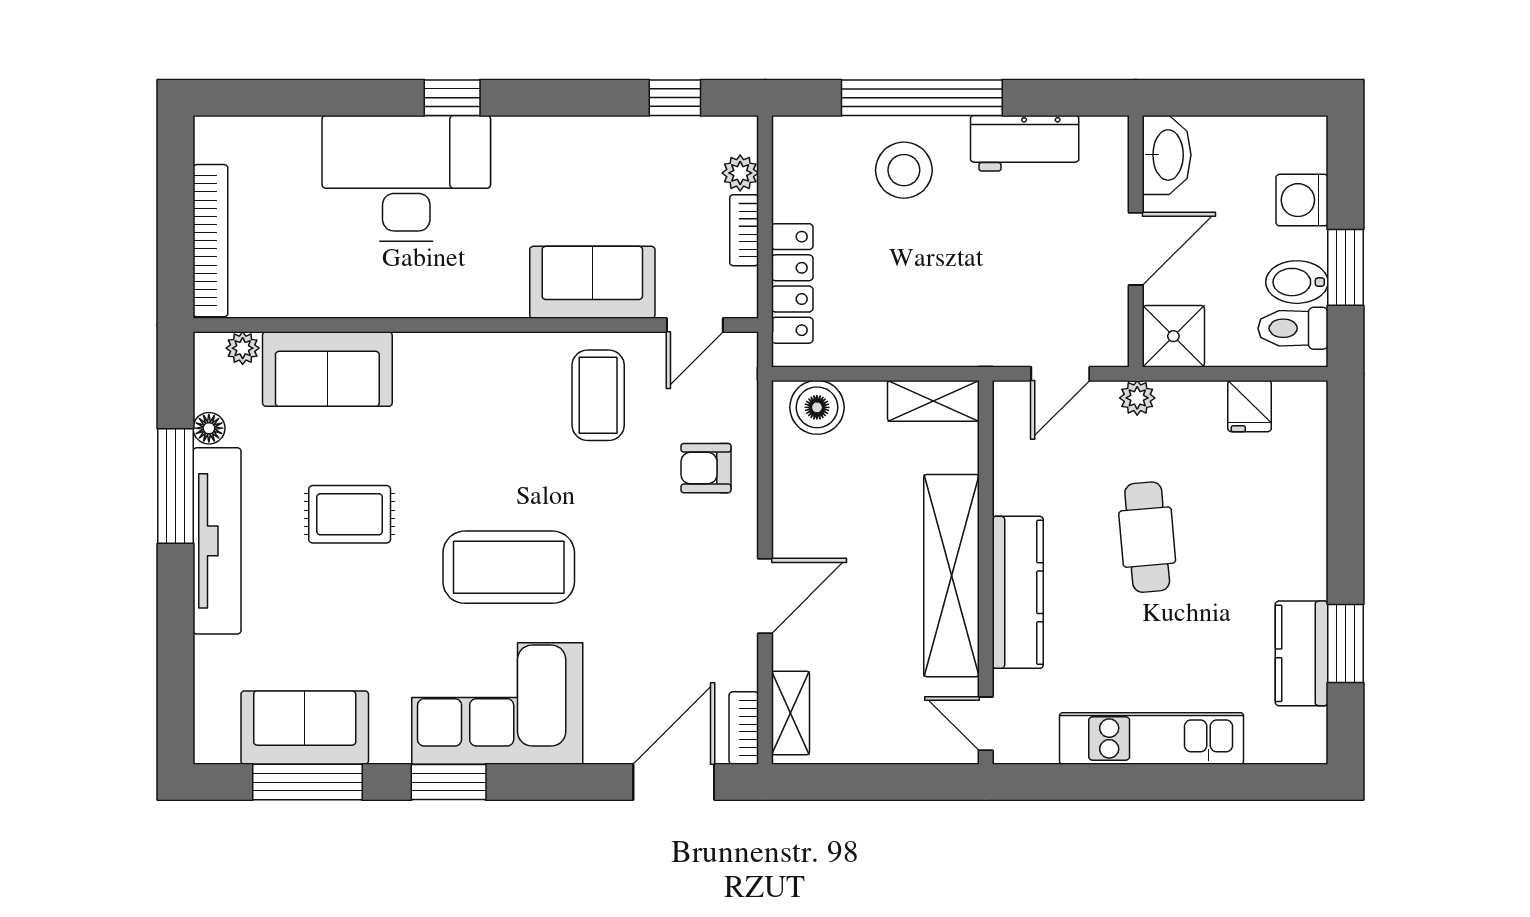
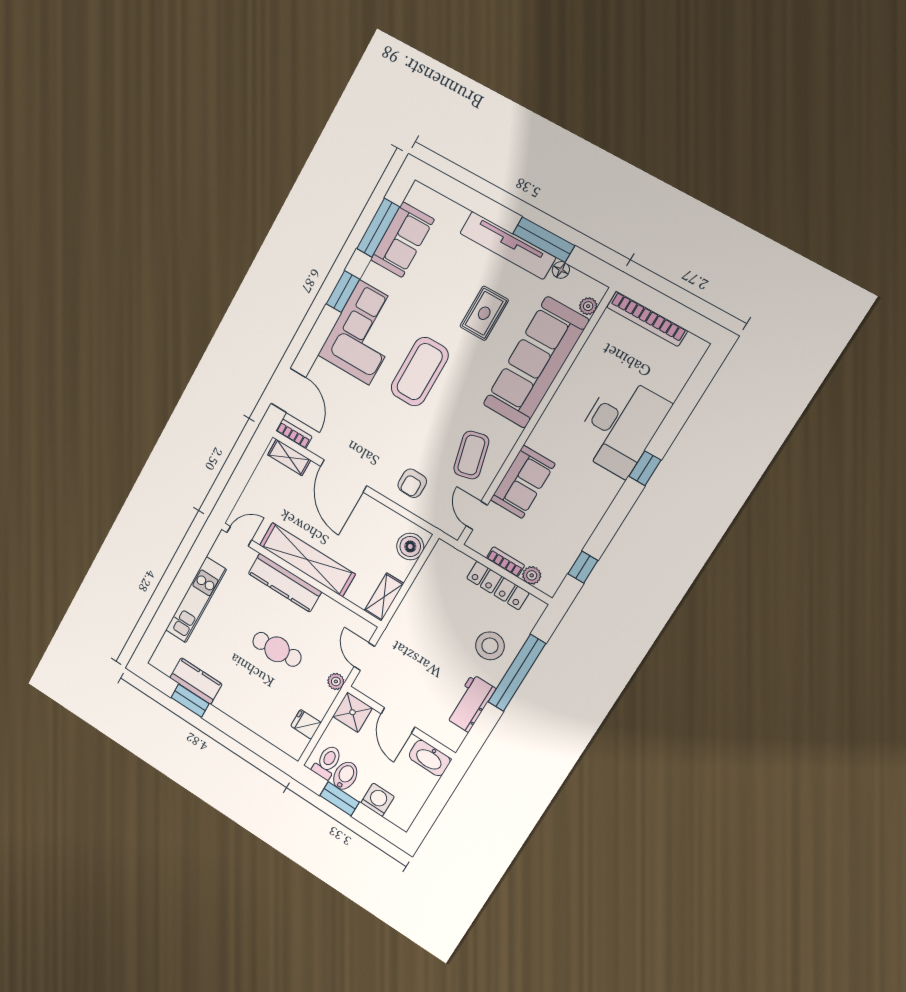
locker: (792, 283) -> (498, 585), moved
sofa: (327, 369) -> (536, 363), width x1.85, depth x1.27
coffee table: (598, 395) -> (471, 455), turned 76
armchair: (706, 468) -> (412, 483), turned 180
door: (765, 596) -> (344, 476), width x1.36

